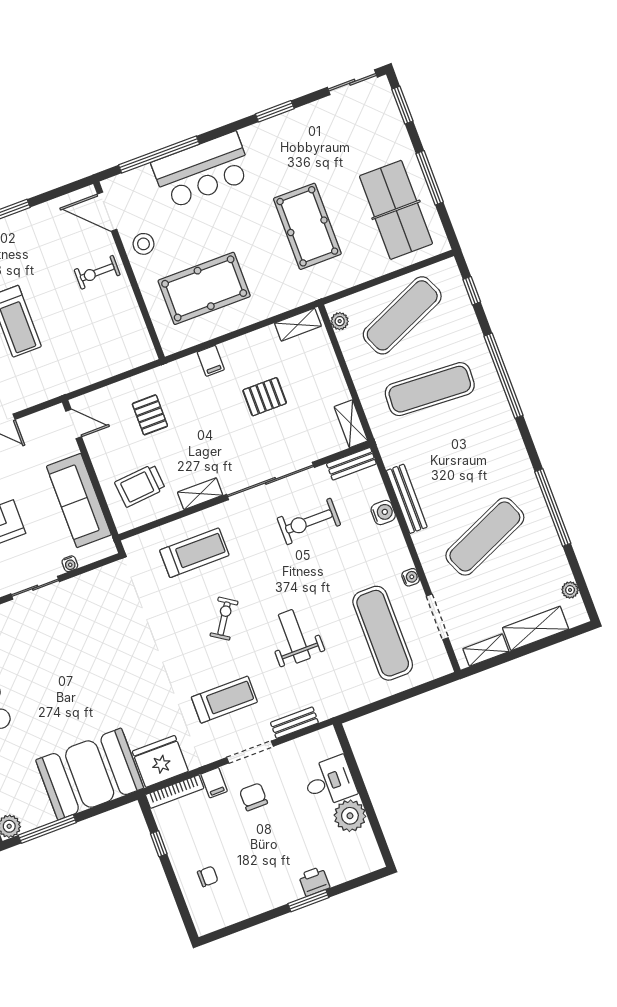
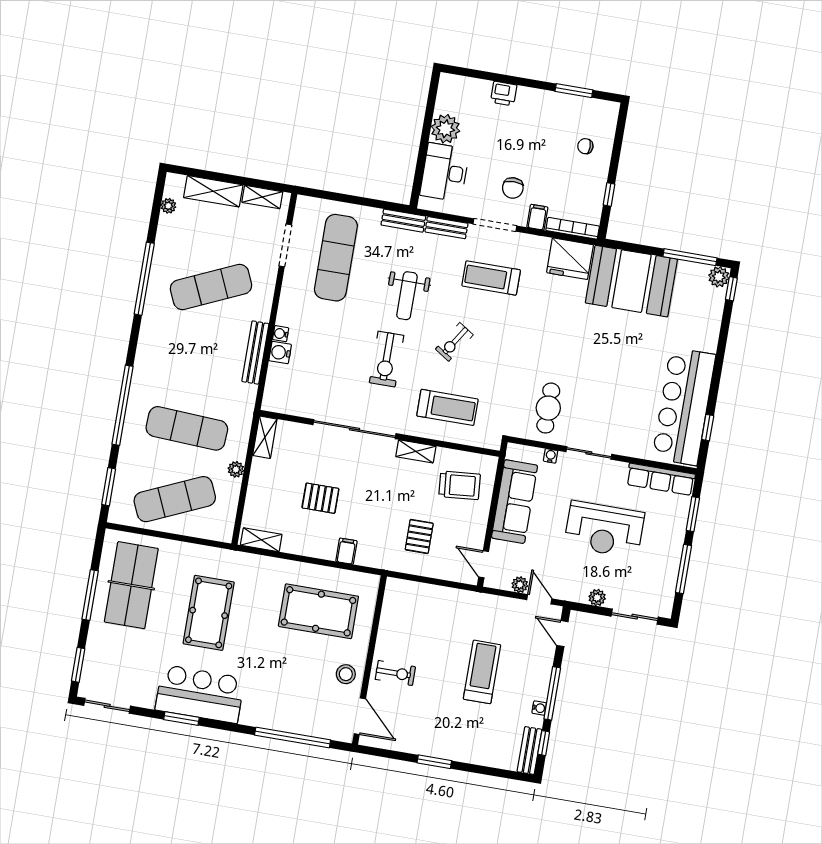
bar counter: (202, 170) -> (200, 694), moved
window: (472, 291) -> (109, 487), width x1.50
plant: (340, 321) -> (236, 469), moved
plant: (28, 425) -> (520, 585), added
bench: (351, 464) -> (403, 221), moved
exercise bike: (309, 521) -> (387, 359), moved, turned 90
treadmill: (194, 553) -> (447, 407), turned 180
water cooler: (411, 577) -> (281, 334), moved
cafe table: (98, 608) -> (548, 408), added
desk: (330, 782) -> (445, 172), width x1.37
window: (308, 901) -> (574, 91), moved

